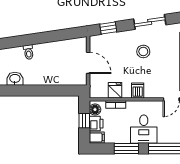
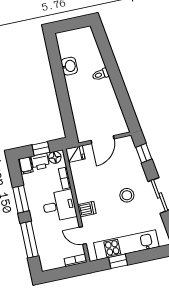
fridge: (115, 90) -> (75, 154), moved
dishwasher: (138, 90) -> (87, 209), moved
desk: (144, 129) -> (59, 206), moved, turned 180

